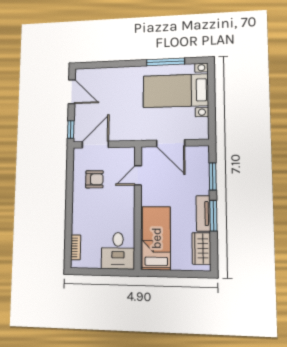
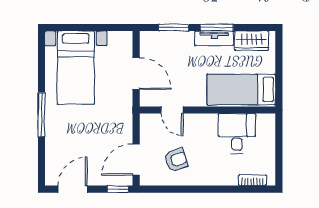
window: (166, 62) -> (41, 115), moved
door: (171, 143) -> (136, 73), hinge flipped
door: (95, 145) -> (136, 160), hinge flipped
armchair: (94, 179) -> (176, 160), turned 72
desk: (118, 251) -> (237, 133), moved, turned -90

